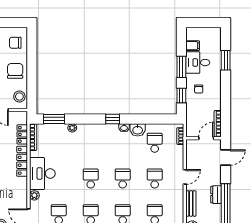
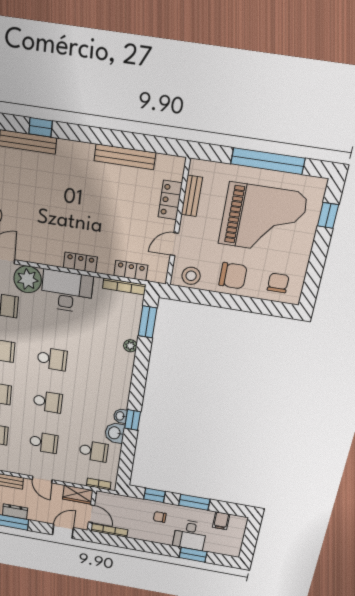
desk: (198, 63) -> (190, 535), moved, turned 180
window: (113, 119) -> (133, 420), moved
wardrobe: (192, 150) -> (78, 495), added
door: (226, 157) -> (63, 531), swing flipped
locker: (22, 161) -> (80, 262), width x0.66
plant: (34, 195) -> (28, 279), width x1.88, depth x1.88

